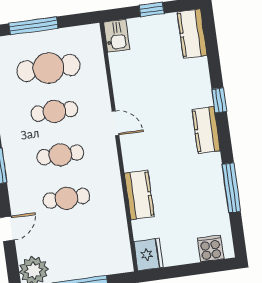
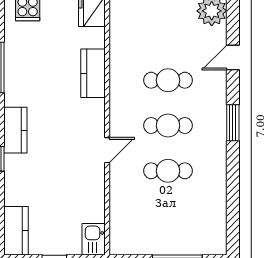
cafe table: (48, 68) -> (168, 216), removed
door: (115, 123) -> (107, 150), swing flipped

